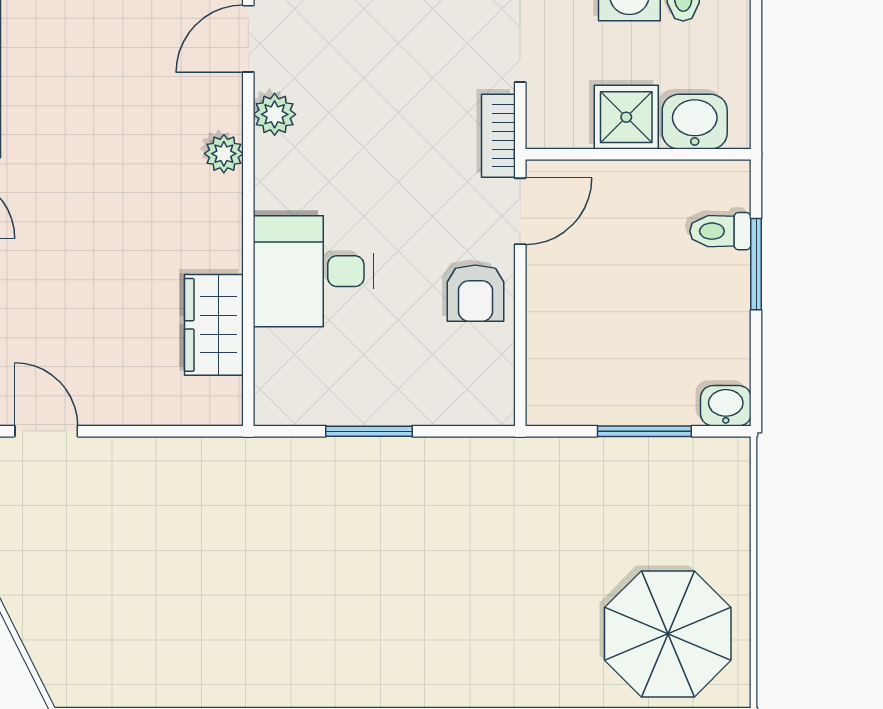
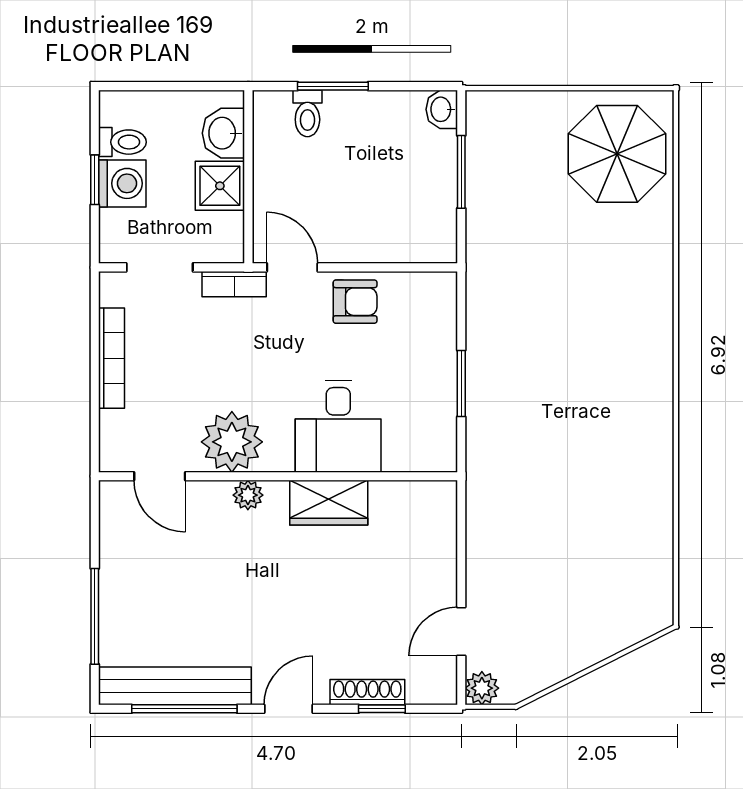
plant: (275, 114) -> (232, 442), width x1.88, depth x1.88
wardrobe: (214, 325) -> (329, 503), moved

